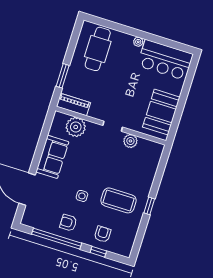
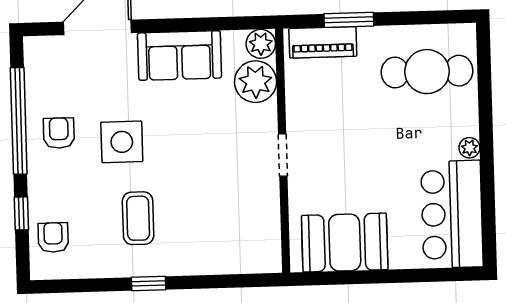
piano: (73, 105) -> (323, 42), moved, turned 90
plant: (130, 141) -> (261, 44), moved
side table: (82, 196) -> (122, 142), width x1.87, depth x1.87
coffee table: (119, 200) -> (138, 218), width x0.73, depth x0.76
armchair: (103, 234) -> (53, 238), moved, turned -90

